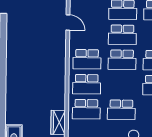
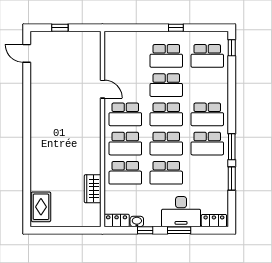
door: (68, 22) -> (102, 89), moved
school desk: (122, 85) -> (166, 144), added

